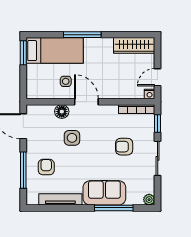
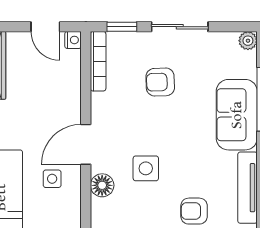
armchair: (124, 147) -> (160, 82), turned 88

